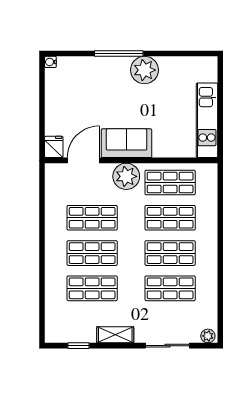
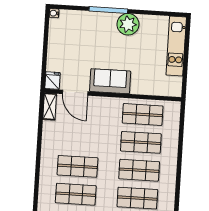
kitchen unit: (207, 120) -> (176, 46), moved
door: (83, 160) -> (75, 93), swing flipped
plant: (126, 176) -> (108, 107), removed
shelving: (52, 180) -> (50, 106), added
shop shelf: (92, 218) -> (79, 138), removed

